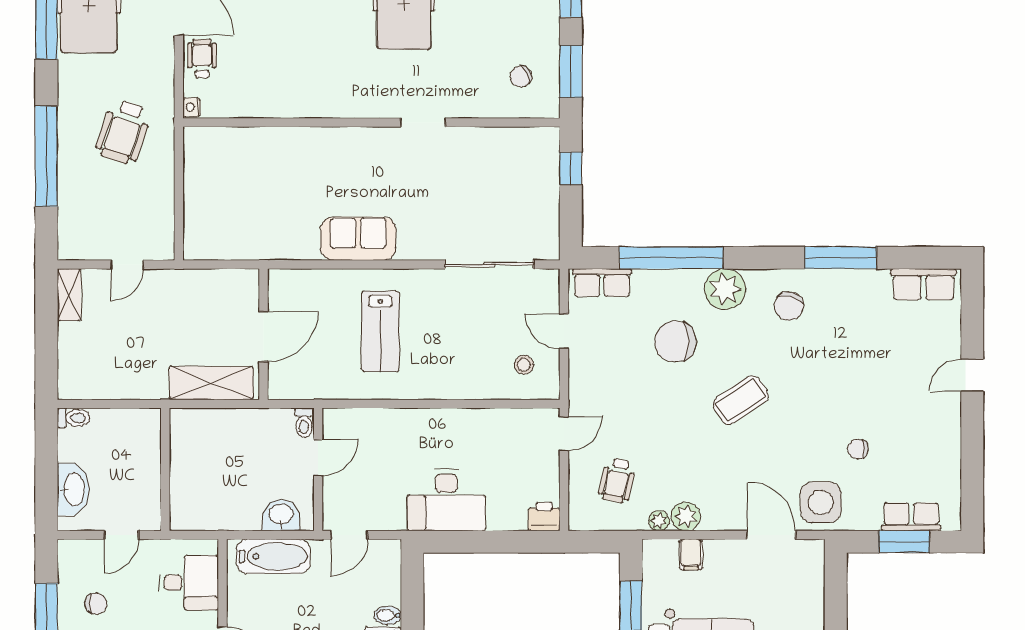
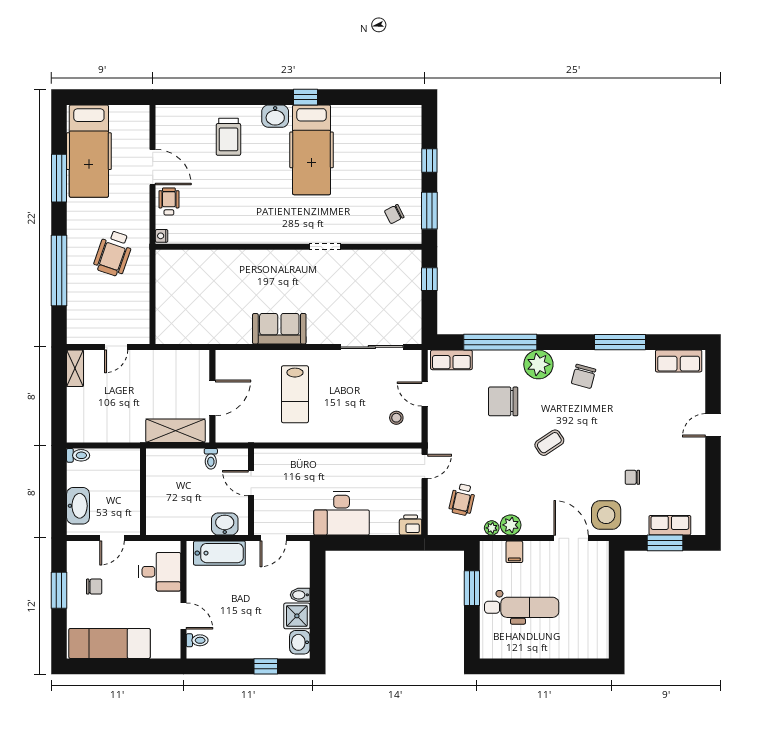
coffee table: (741, 400) -> (549, 443), width x0.73, depth x0.77
toilet: (304, 423) -> (211, 459), moved
door: (318, 457) -> (251, 483), swing flipped

